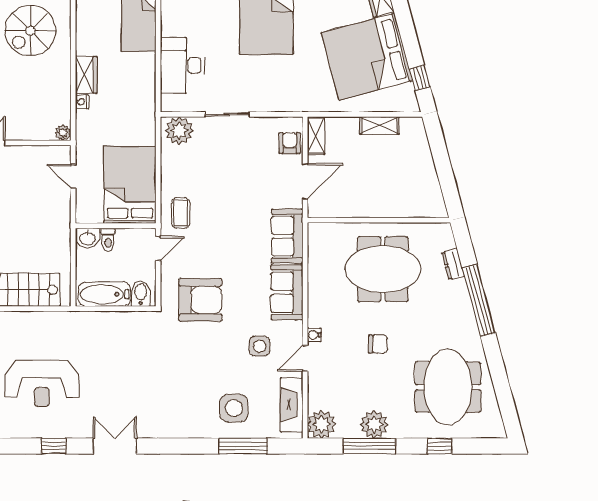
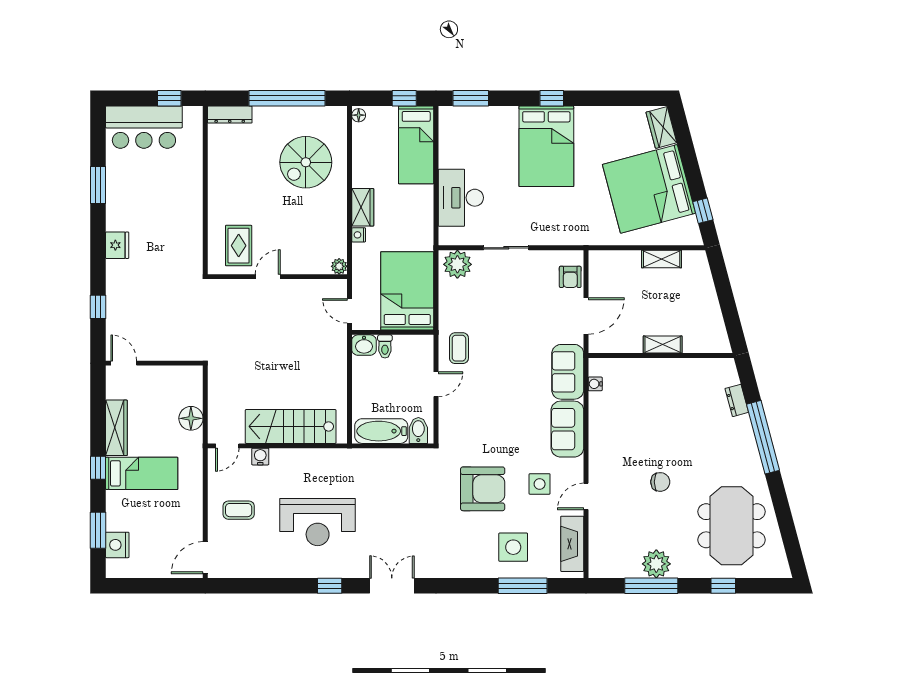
shelving: (316, 136) -> (663, 344), moved, turned 90
armchair: (290, 143) -> (570, 277), turned 180
bed: (130, 185) -> (407, 291), moved
wall: (116, 226) -> (393, 332), moved
washbasin: (87, 238) -> (364, 345), moved
toilet: (108, 239) -> (385, 346), moved
meeting table: (383, 269) -> (665, 405), removed
armchair: (200, 300) -> (483, 489), moved
water cooler: (314, 335) -> (595, 384), moved
plant: (322, 424) -> (603, 564), removed

